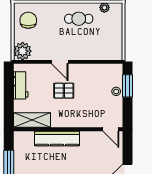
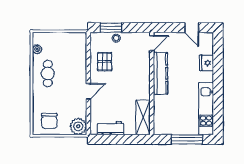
chair: (28, 20) -> (49, 121), turned -90
pallet: (64, 91) -> (105, 62), moved
kitchen counter: (57, 139) -> (161, 73), moved

